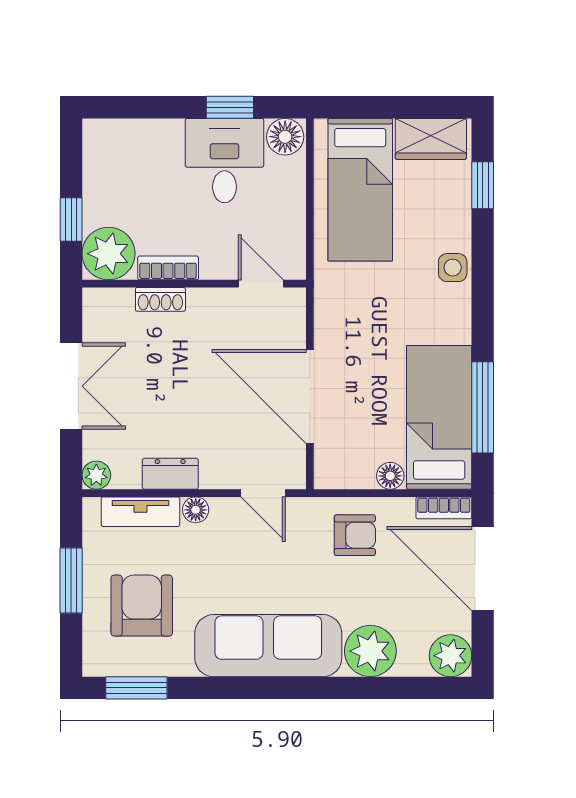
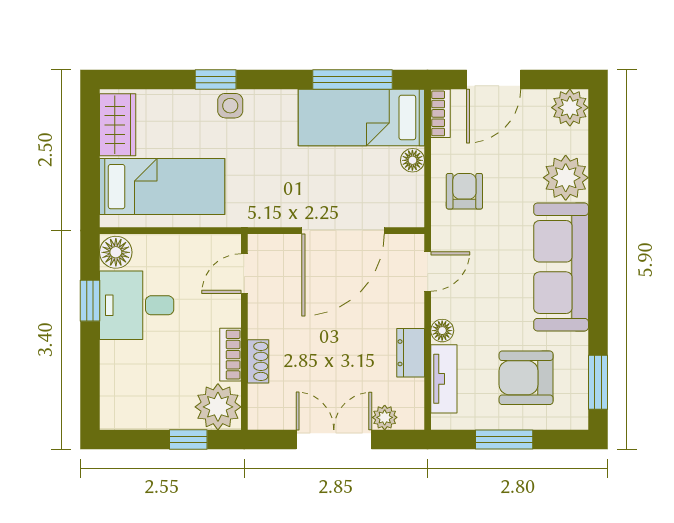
window: (483, 185) -> (216, 79), moved
plant: (96, 475) -> (385, 417), moved
door: (483, 569) -> (494, 79), width x0.73

